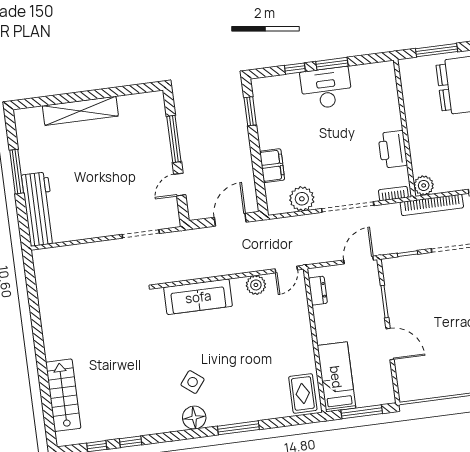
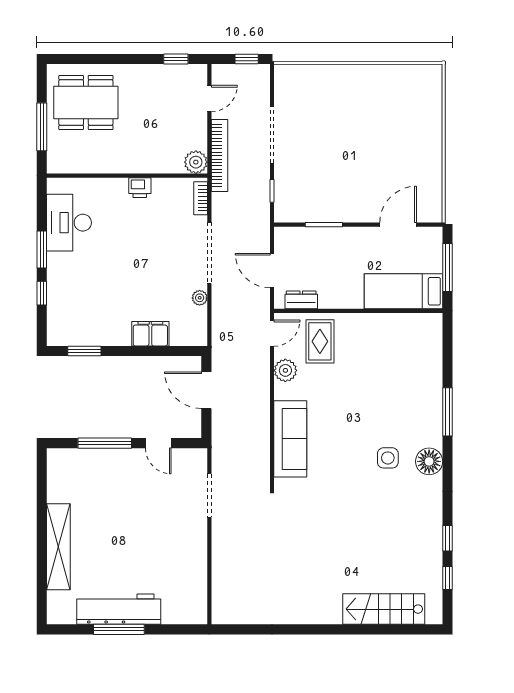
desk: (326, 88) -> (69, 223), moved
printer: (393, 149) -> (140, 188), width x0.53, depth x0.68
plant: (302, 199) -> (200, 298), width x0.53, depth x0.53
workbench: (39, 209) -> (119, 609), moved
door: (359, 260) -> (272, 271), moved
door: (286, 269) -> (272, 333), hinge flipped
door: (390, 344) -> (398, 225), moved
side table: (193, 382) -> (388, 458), turned -38
rug: (303, 393) -> (320, 341), moved, turned 90

